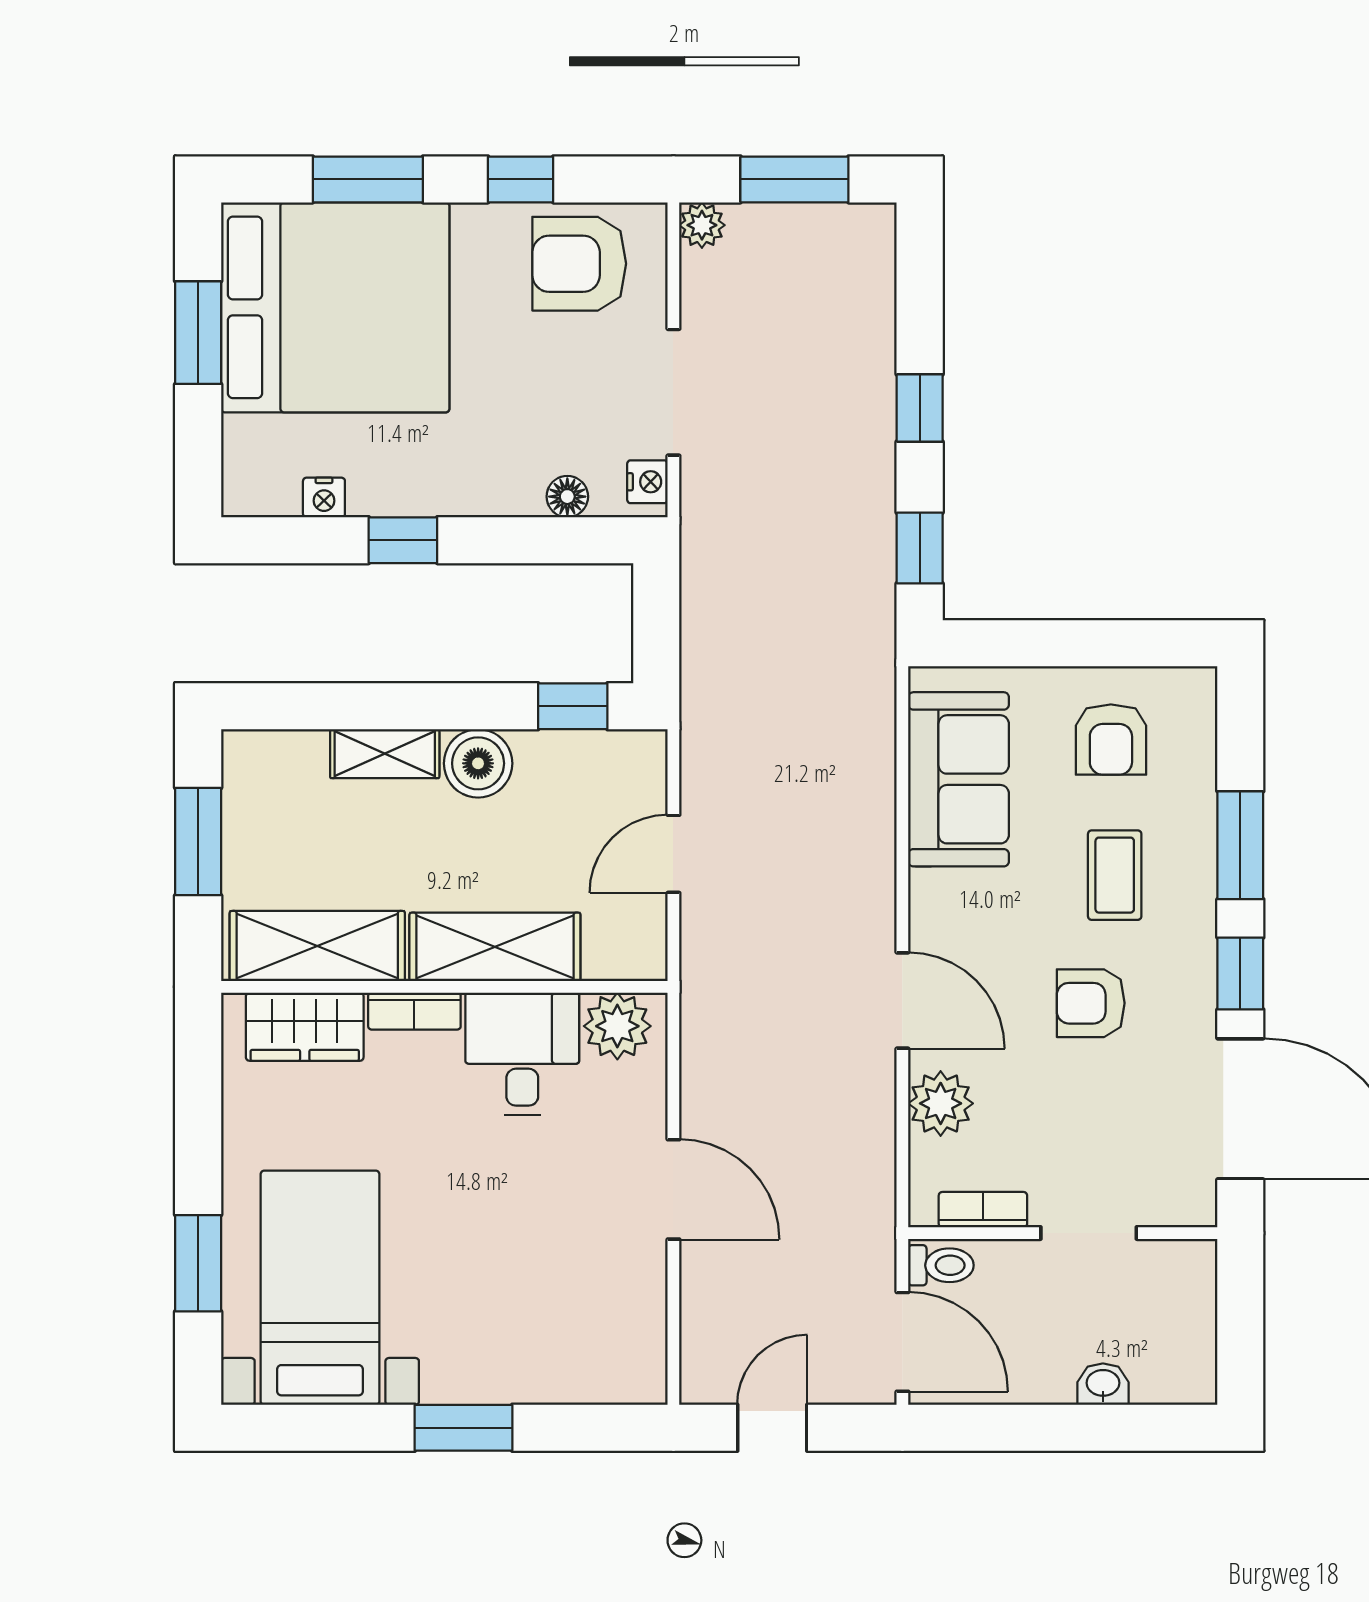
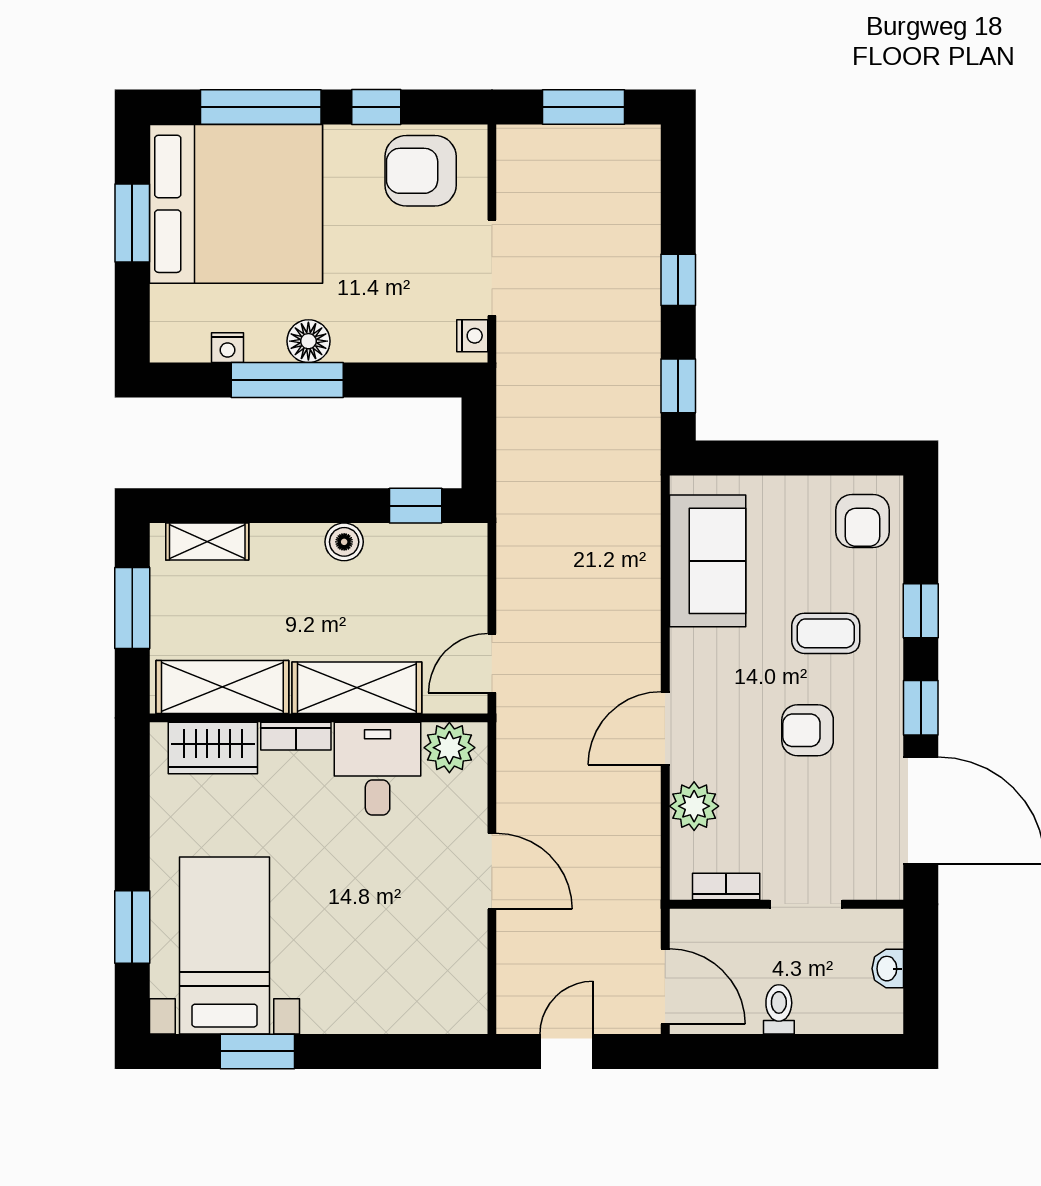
window: (368, 179) -> (261, 107), width x1.44
plant: (702, 225) -> (513, 142), removed
floor lamp: (567, 497) -> (308, 341), moved, width x1.37, depth x1.37
window: (403, 540) -> (287, 380), width x2.17
armchair: (1111, 739) -> (862, 521), moved
shelving: (385, 754) -> (207, 541), moved
boiler: (478, 763) -> (344, 542), width x0.73, depth x0.73
window: (1240, 845) -> (921, 611), width x0.67
door: (673, 854) -> (492, 663), moved
coffee table: (1115, 875) -> (826, 633), turned 90
door: (902, 1000) -> (665, 728), swing flipped
toilet: (941, 1265) -> (779, 1009), moved, turned -90
washbasin: (1103, 1384) -> (888, 969), moved, turned -90
window: (464, 1428) -> (257, 1051), moved

